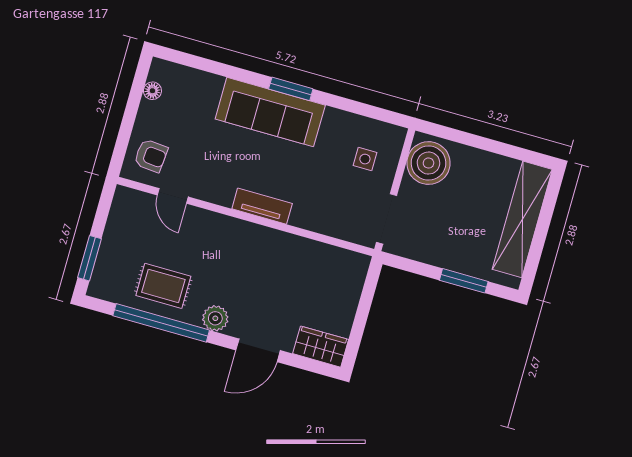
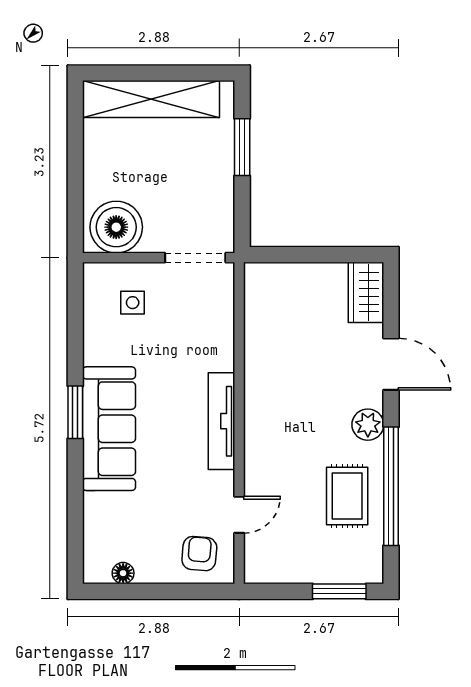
tv unit: (262, 206) -> (221, 421), width x1.41

